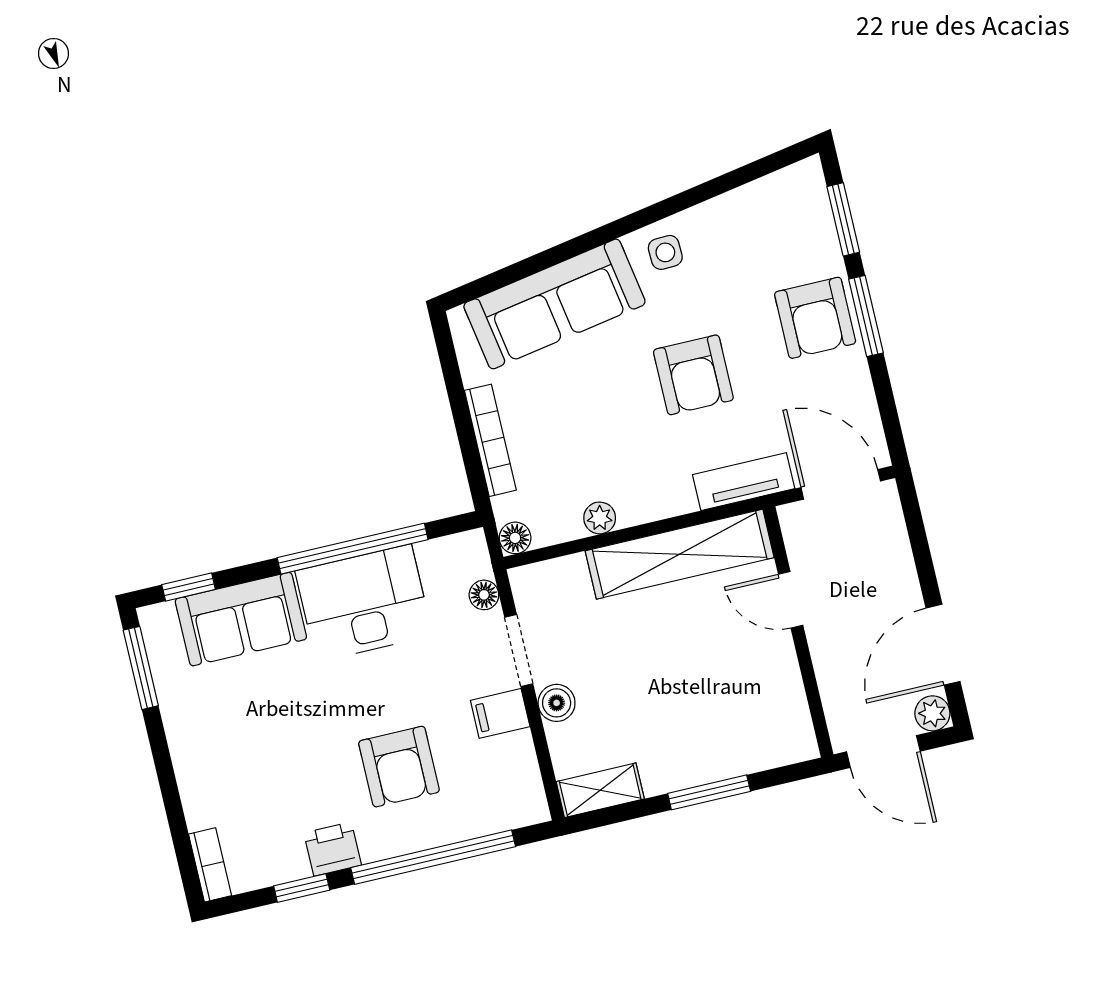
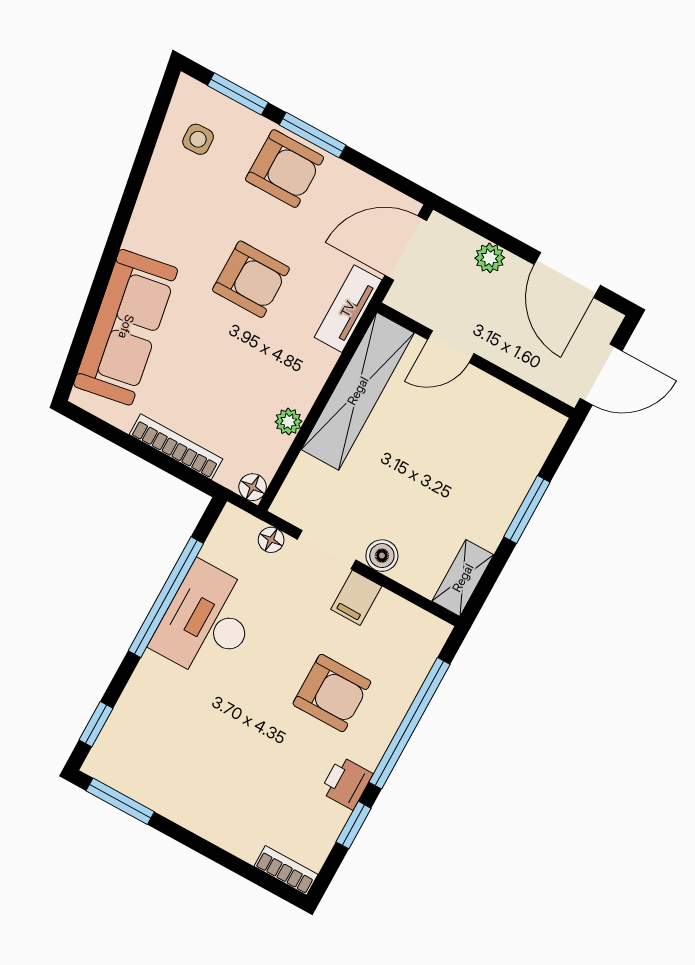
side table: (665, 252) -> (198, 139), moved
sofa: (241, 619) -> (147, 709), removed
plant: (932, 713) -> (490, 258), moved

